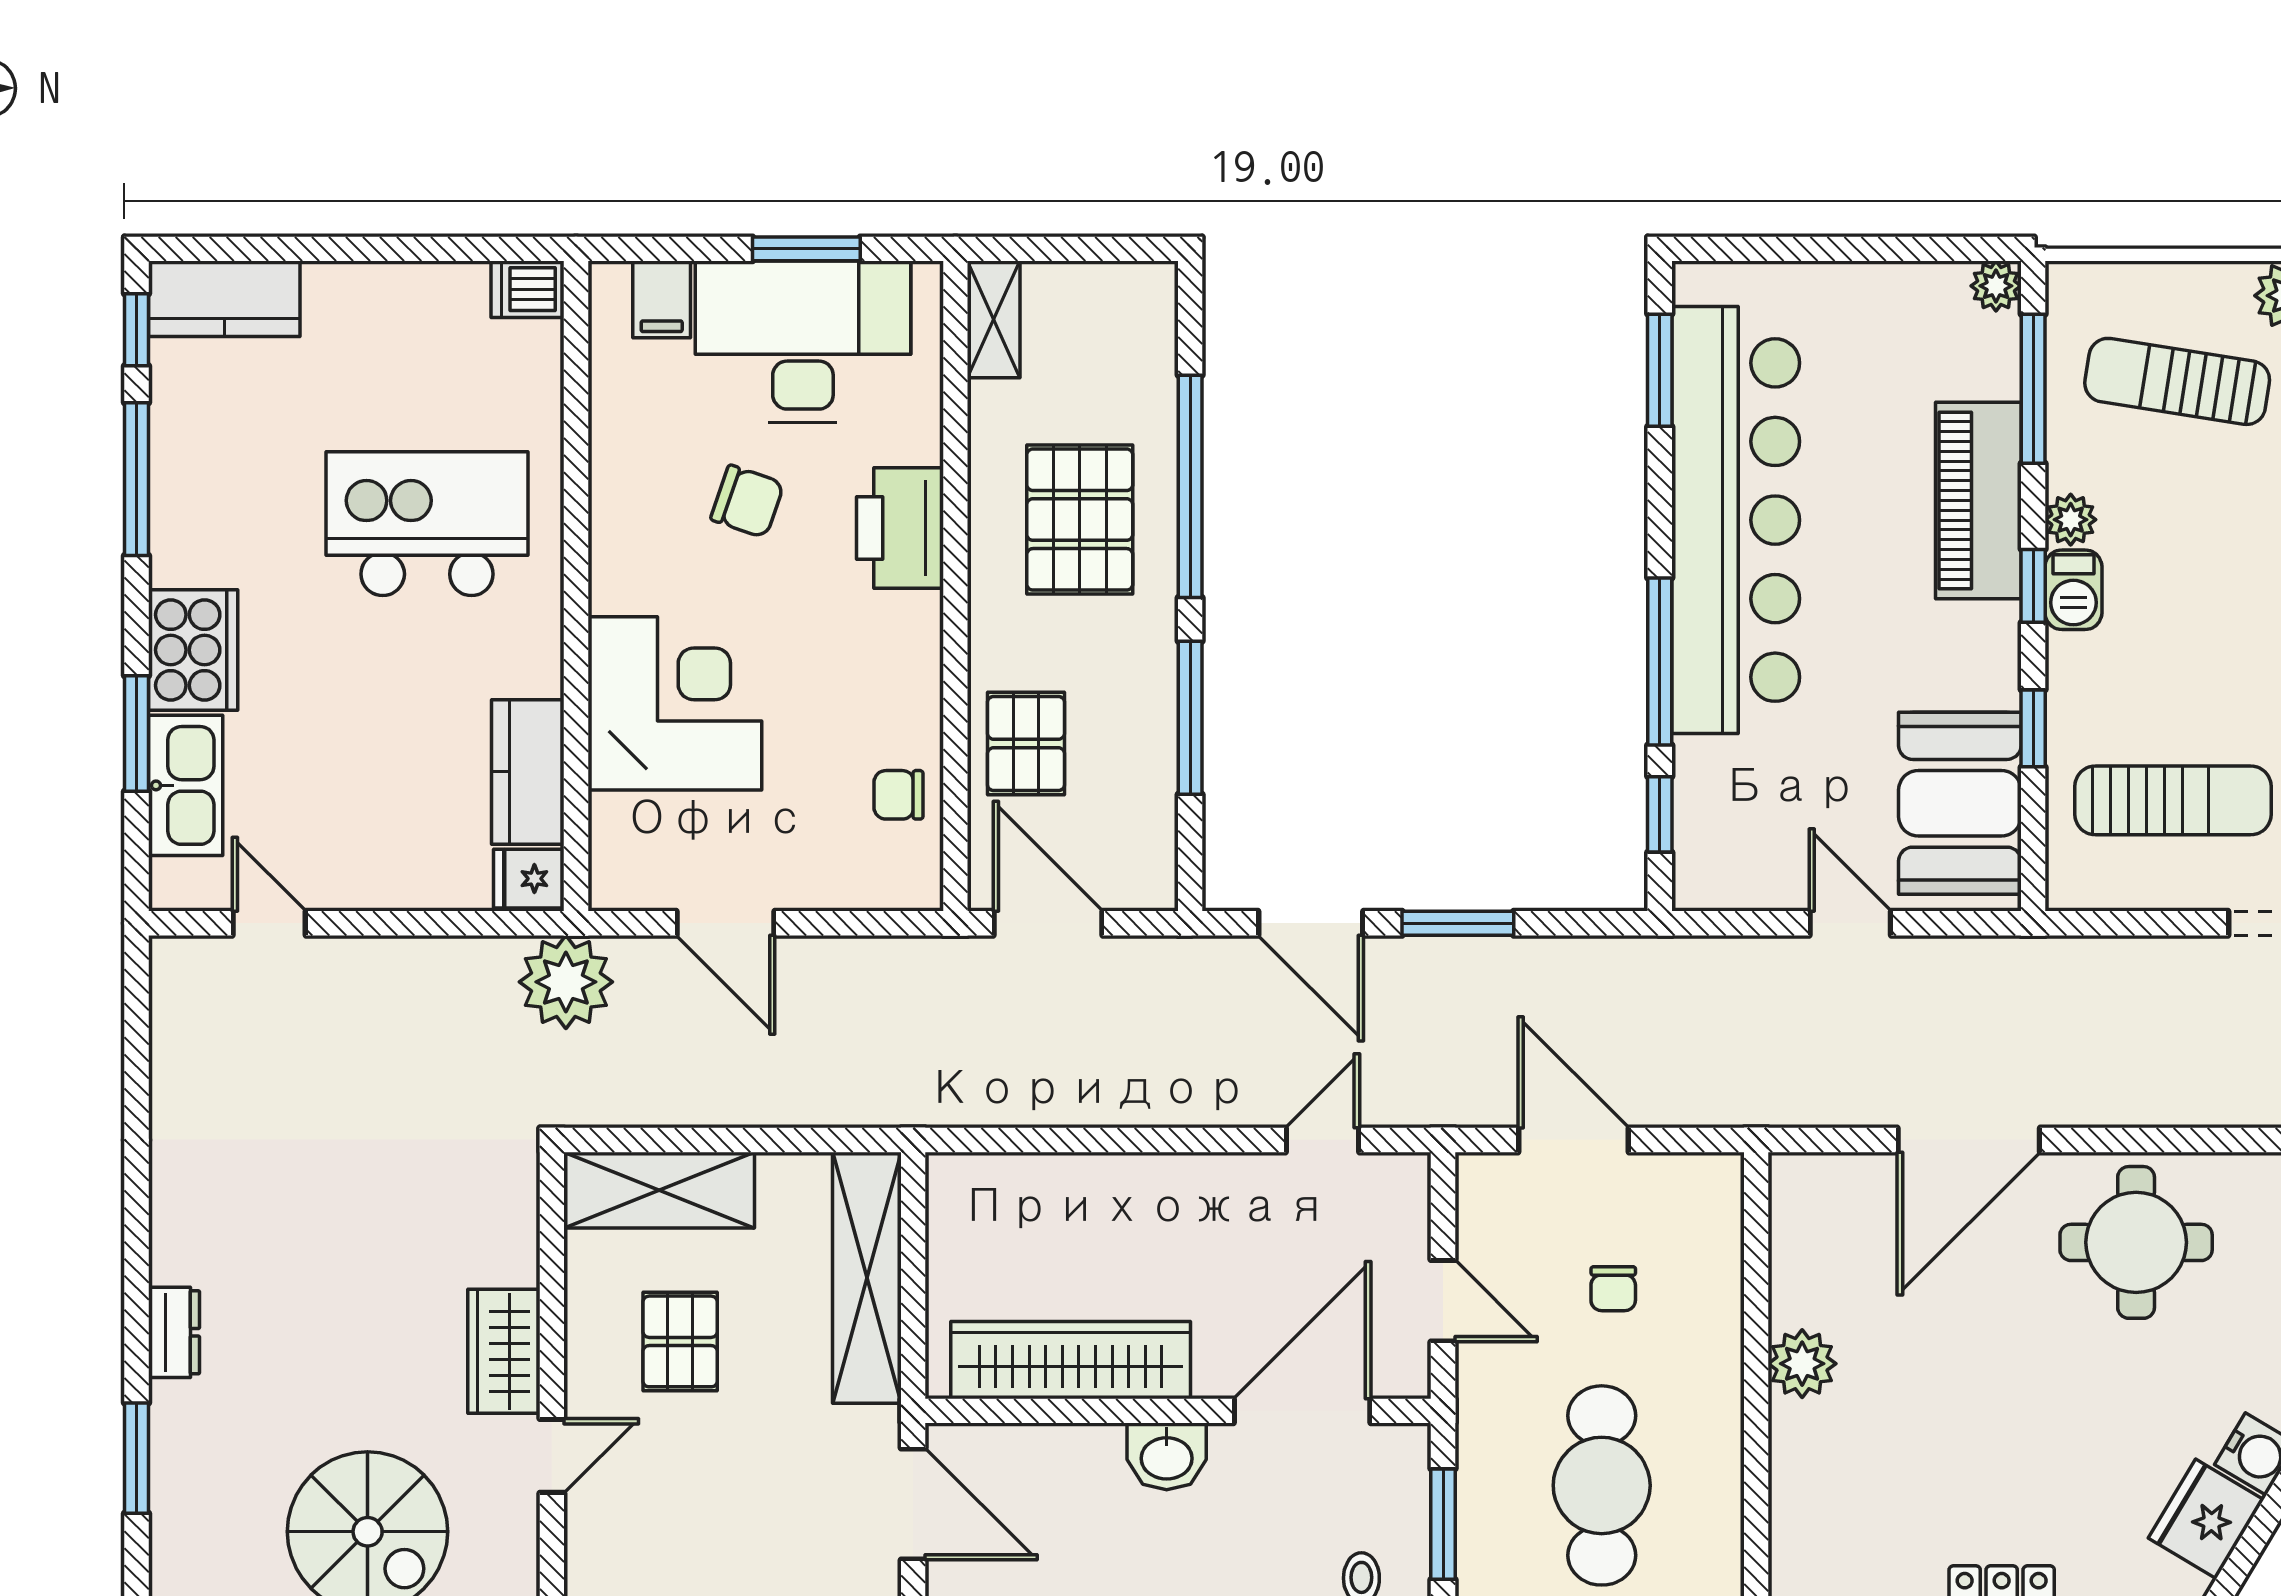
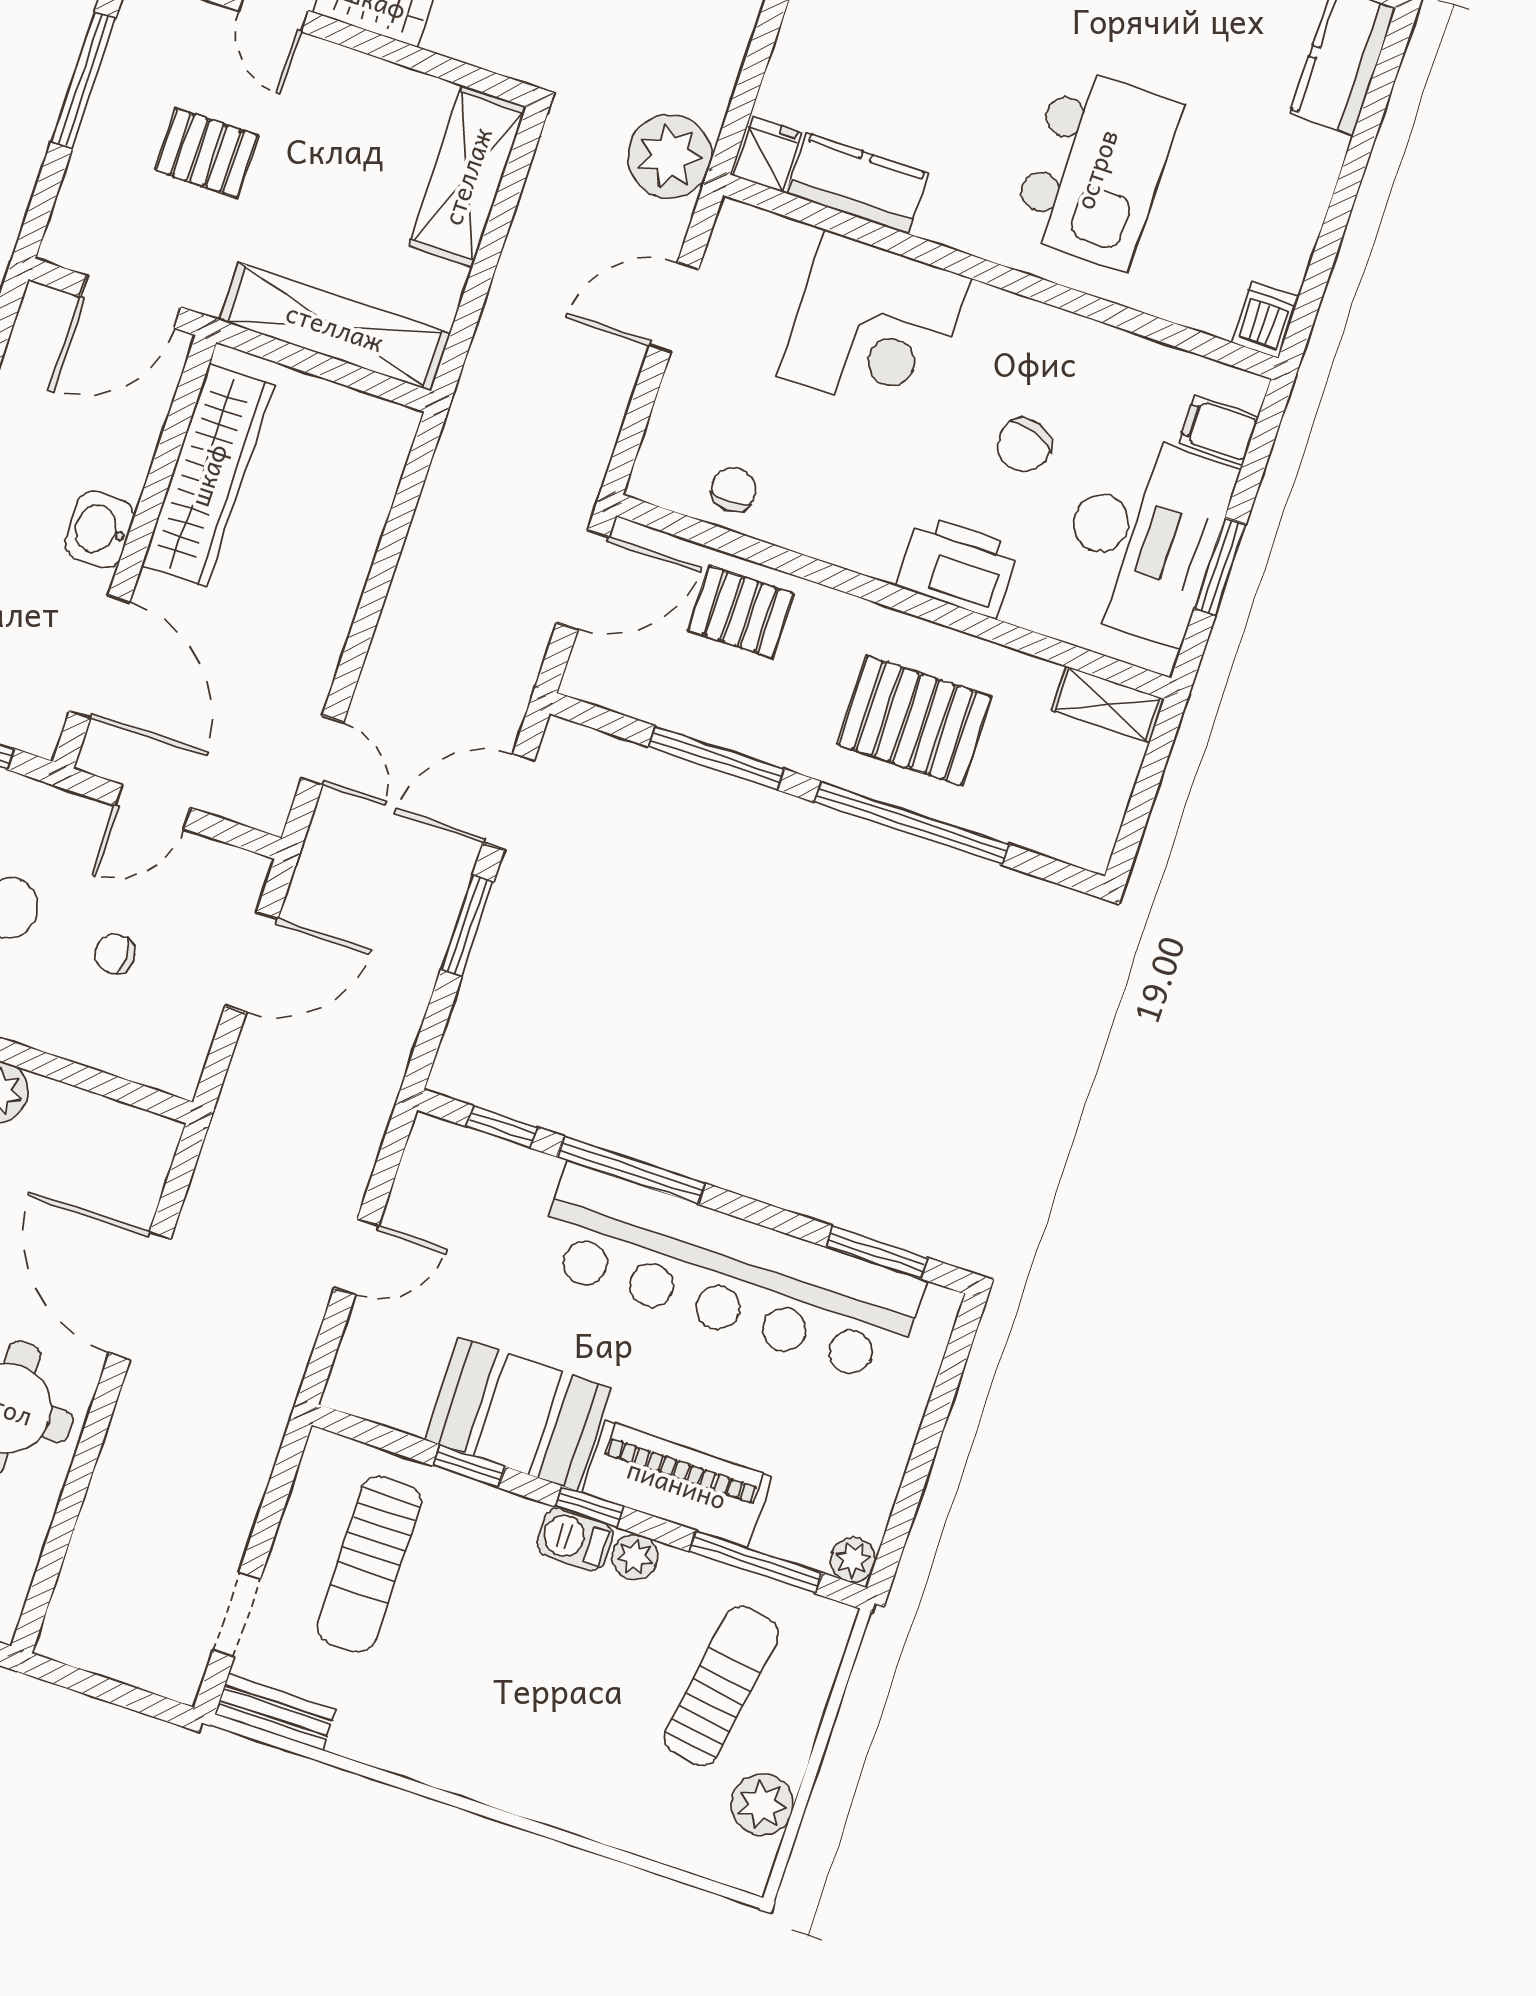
booth: (1960, 803) -> (518, 1414), moved
pallet: (680, 1341) -> (207, 153), moved

